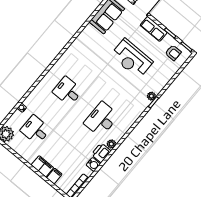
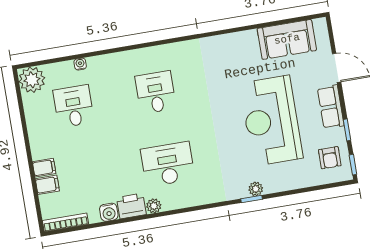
reception desk: (132, 59) -> (271, 121), width x1.36, depth x1.30
filing cabinet: (42, 166) -> (44, 168), width x0.50

